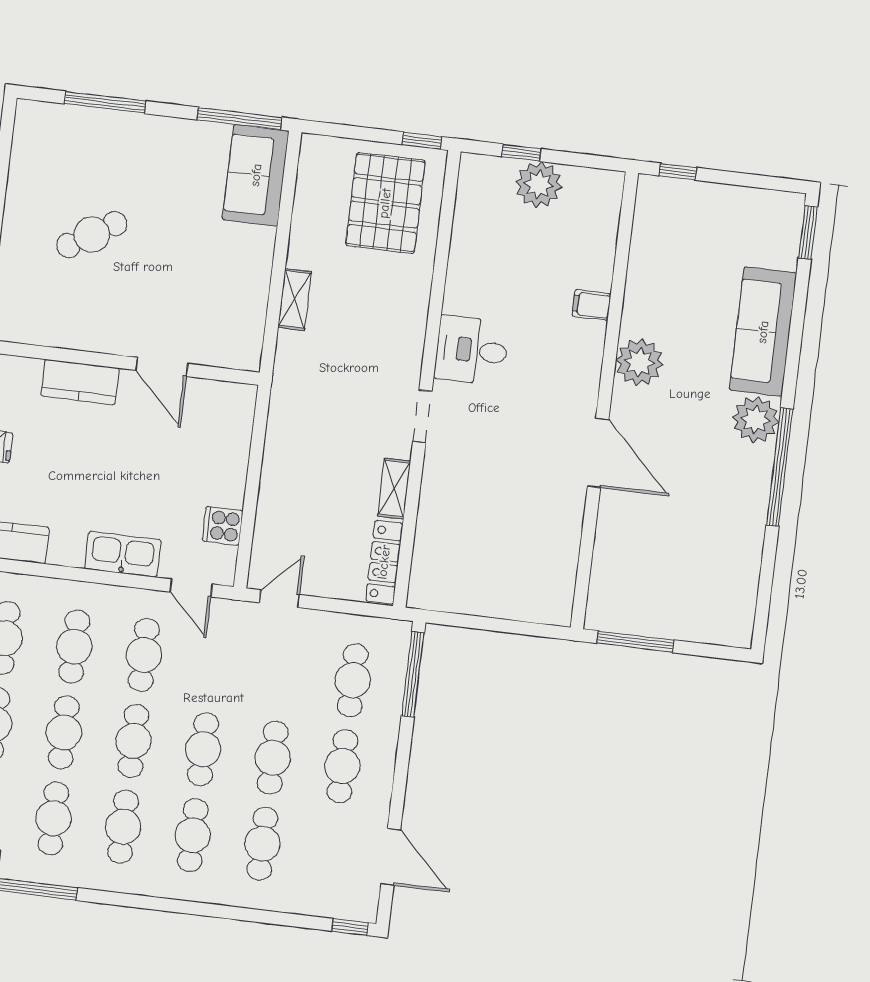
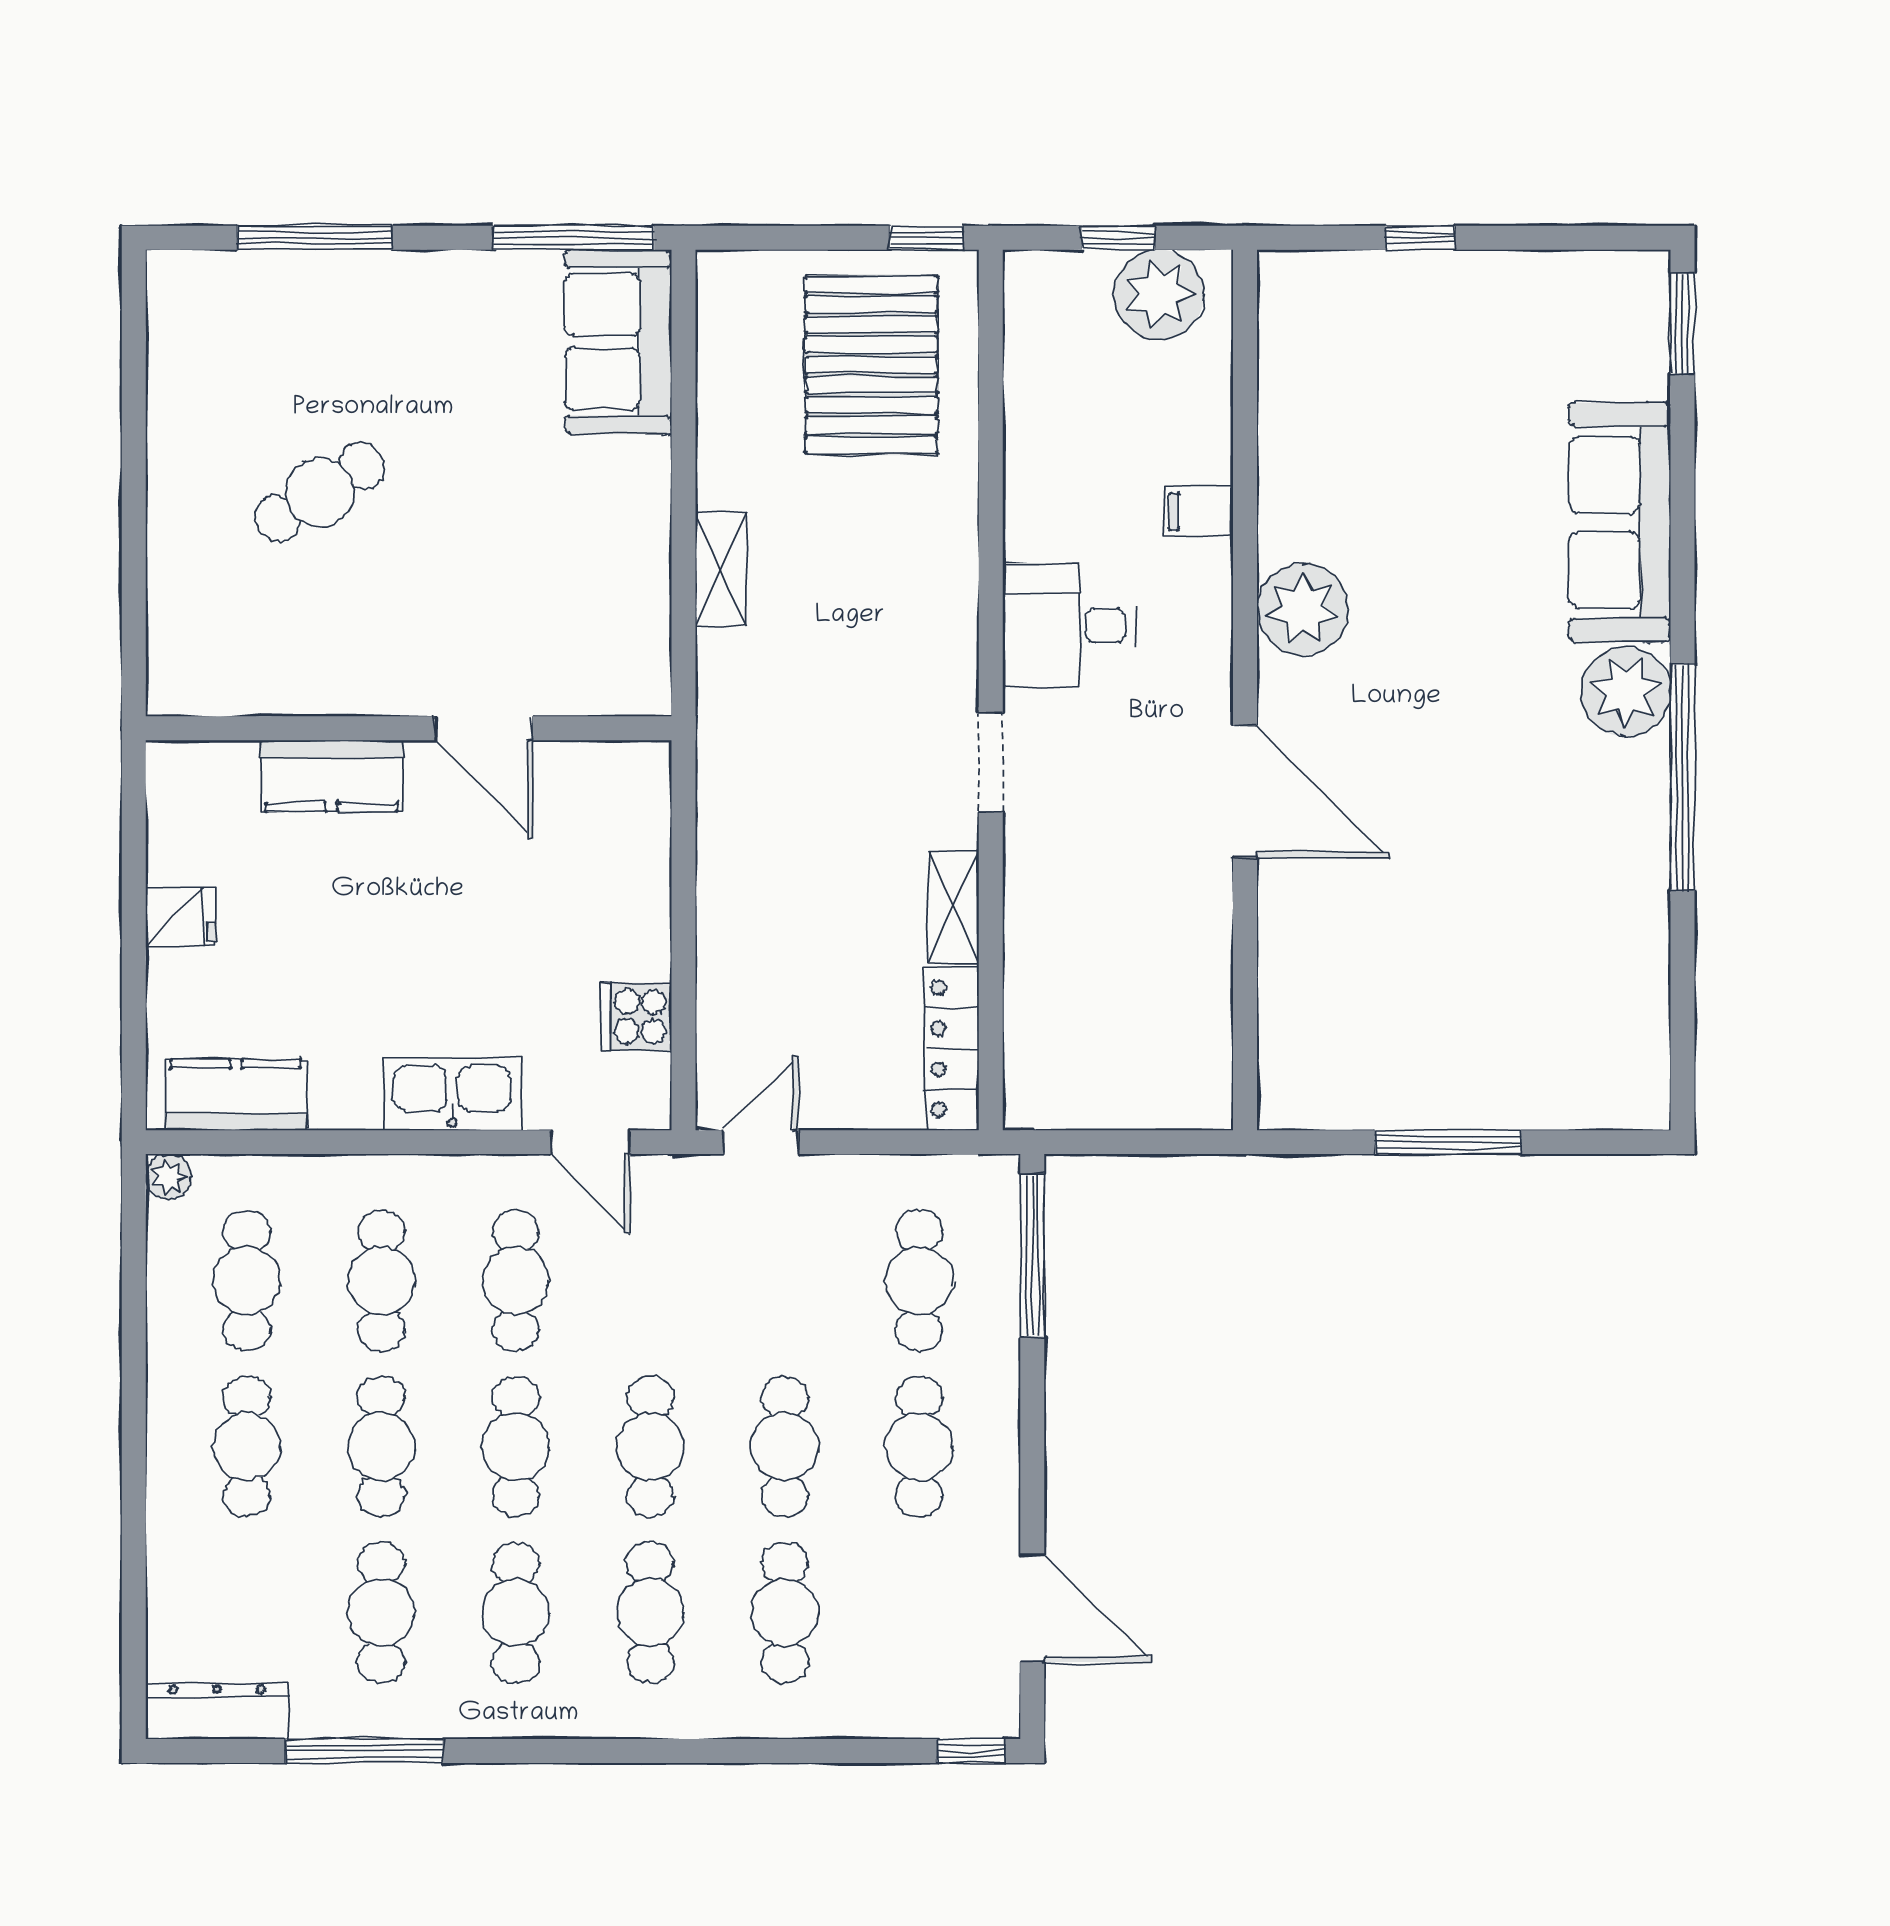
filing cabinet: (591, 305) -> (1198, 512), moved
plant: (639, 362) -> (1303, 609), moved
wall: (604, 400) -> (1245, 690), moved
door: (598, 453) -> (1245, 791), moved

